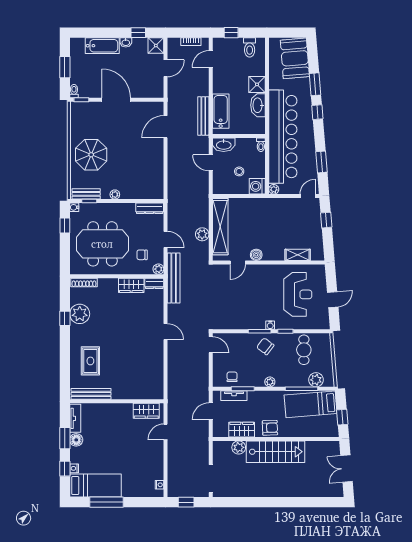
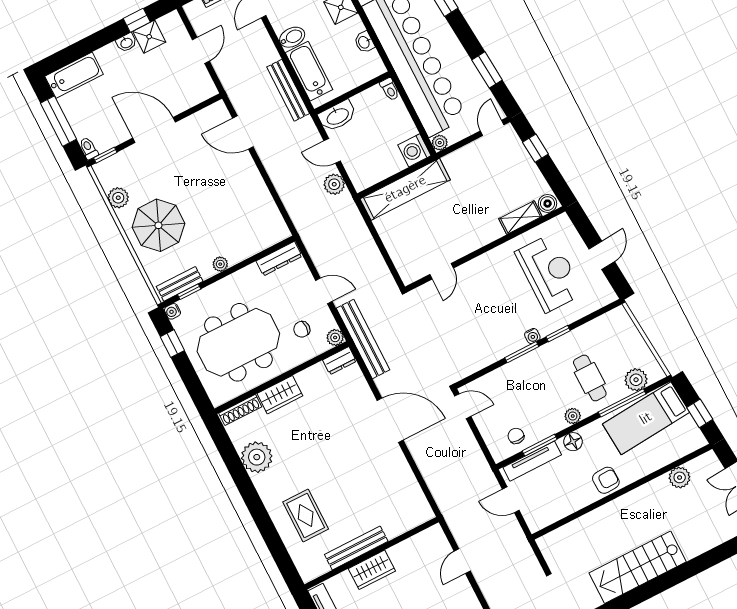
bathtub: (102, 46) -> (74, 75), moved
shower: (156, 46) -> (149, 37), moved
window: (65, 67) -> (58, 121), width x1.44
bidet: (221, 87) -> (292, 37), added
washbasin: (258, 105) -> (364, 42), width x0.52, depth x0.69
door: (166, 127) -> (243, 133), hinge flipped
plant: (76, 128) -> (118, 198), added
stool: (239, 171) -> (378, 142), removed
shelving: (220, 227) -> (405, 189), moved, turned 90
plant: (202, 234) -> (334, 184), moved
boiler: (256, 255) -> (548, 204), moved
wardrobe: (131, 285) -> (280, 395), moved
window: (65, 318) -> (239, 474), removed
door: (166, 332) -> (390, 420), width x1.88
chair: (265, 346) -> (541, 369), removed
cafe table: (304, 350) -> (590, 378), moved
bench: (91, 394) -> (356, 548), moved
tv unit: (234, 396) -> (532, 461), width x1.41
floor lamp: (263, 397) -> (573, 442), added
wardrobe: (146, 411) -> (372, 570), moved
door: (211, 411) -> (511, 500), hinge flipped
wardrobe: (242, 430) -> (567, 503), removed
plant: (239, 447) -> (680, 477), moved
stairs: (276, 452) -> (638, 567), moved, turned 180

